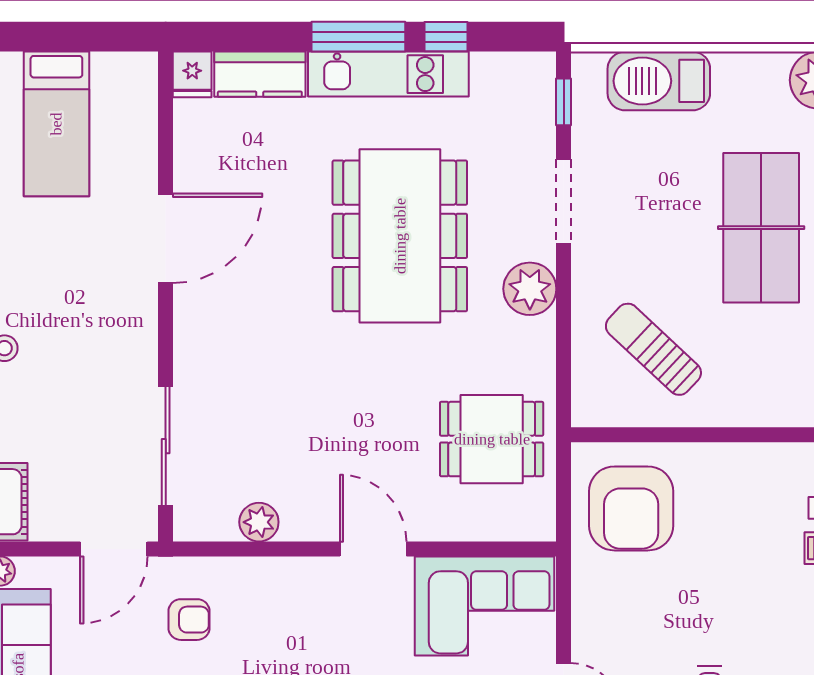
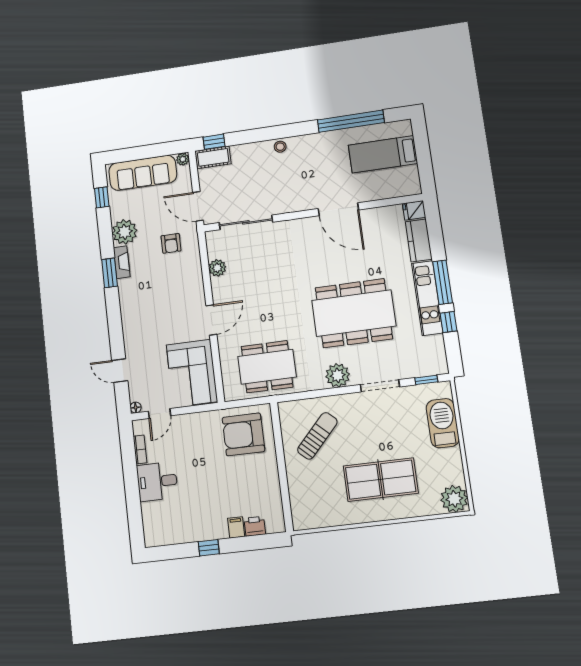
dining table: (492, 439) -> (267, 367), width x1.38

